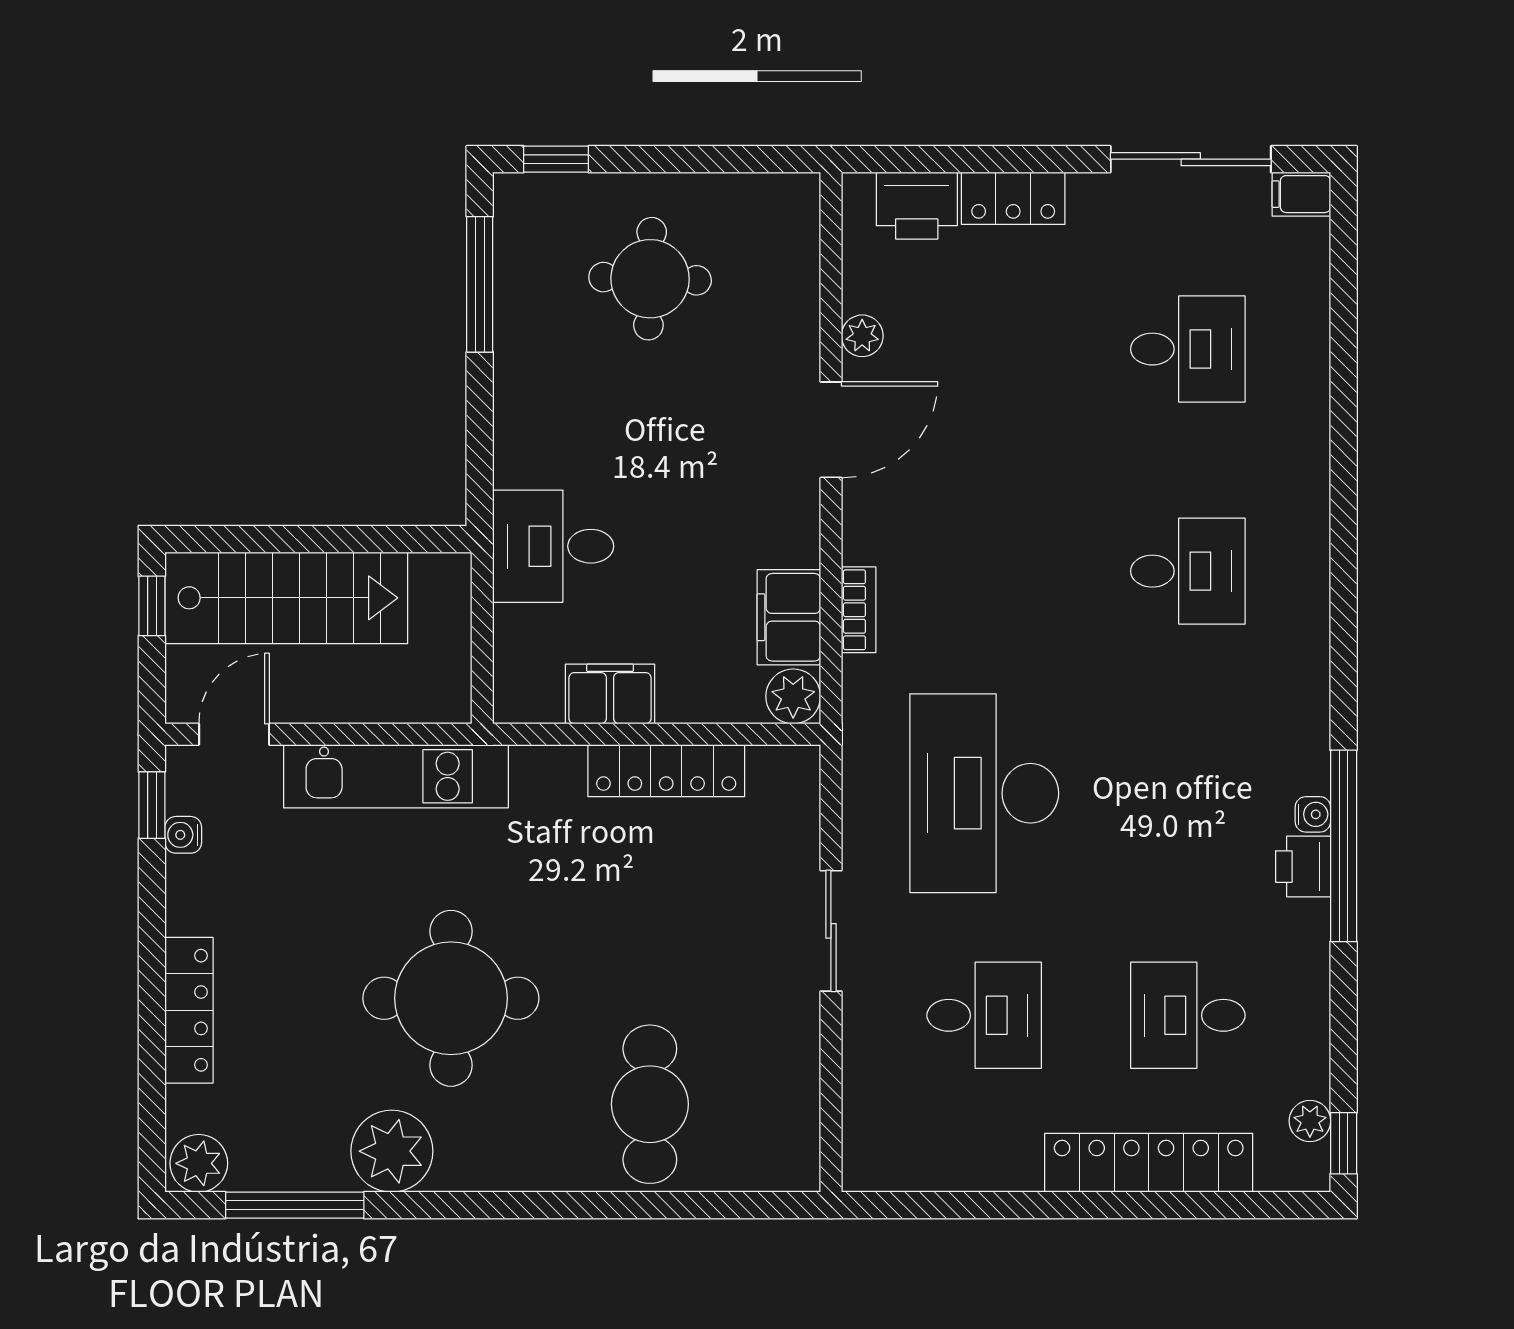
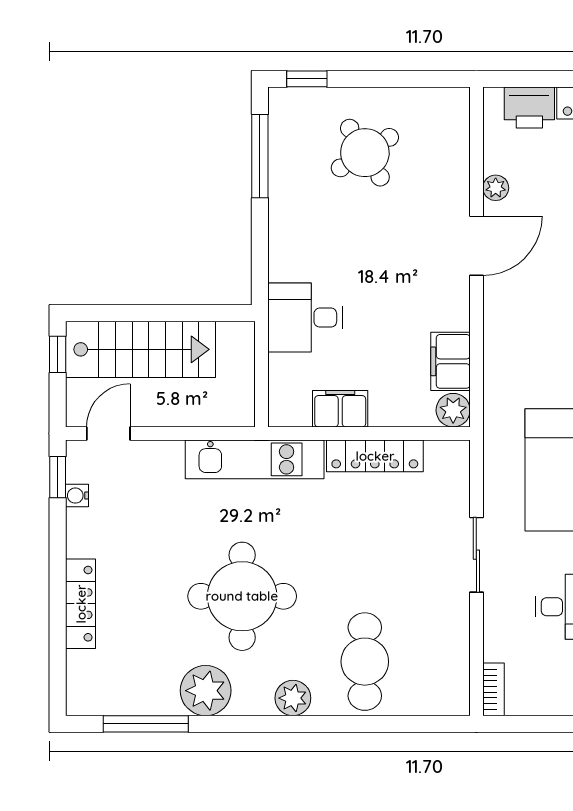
round table: (650, 279) -> (365, 153), turned -34
bookcase: (859, 610) -> (493, 689), moved
kitchen unit: (396, 776) -> (255, 459), moved
plant: (199, 1163) -> (293, 698), moved

